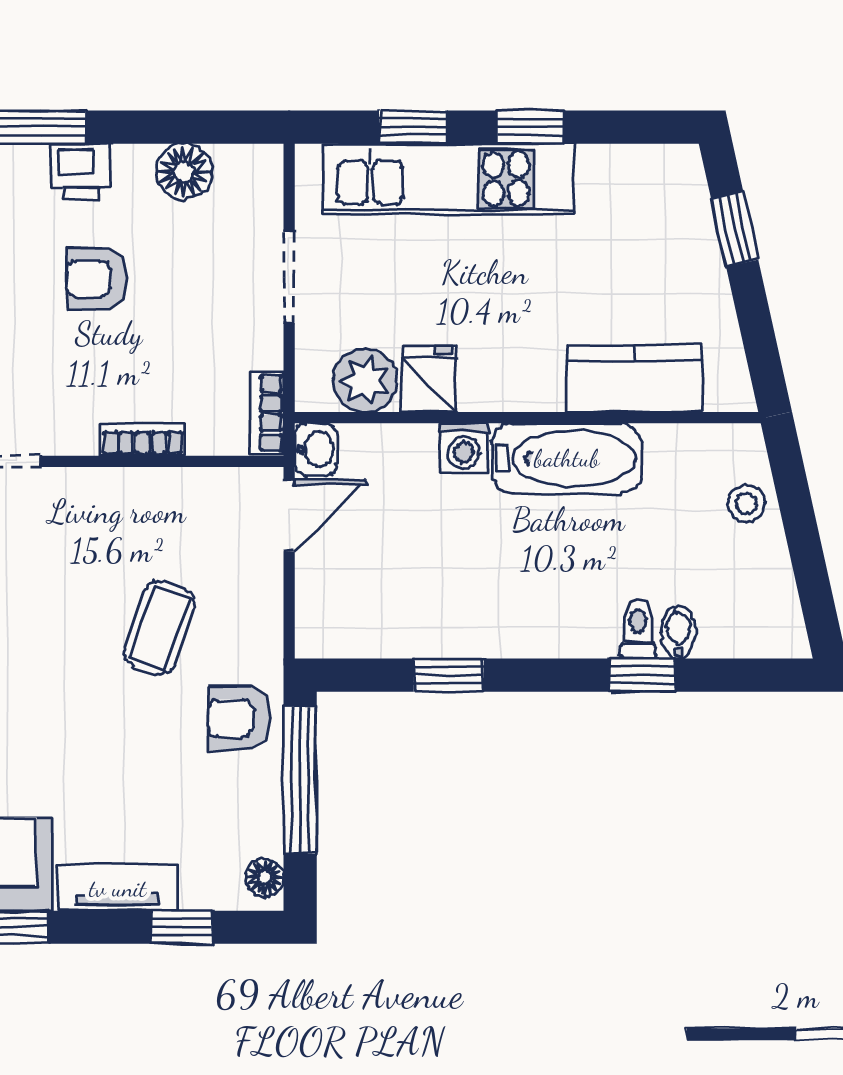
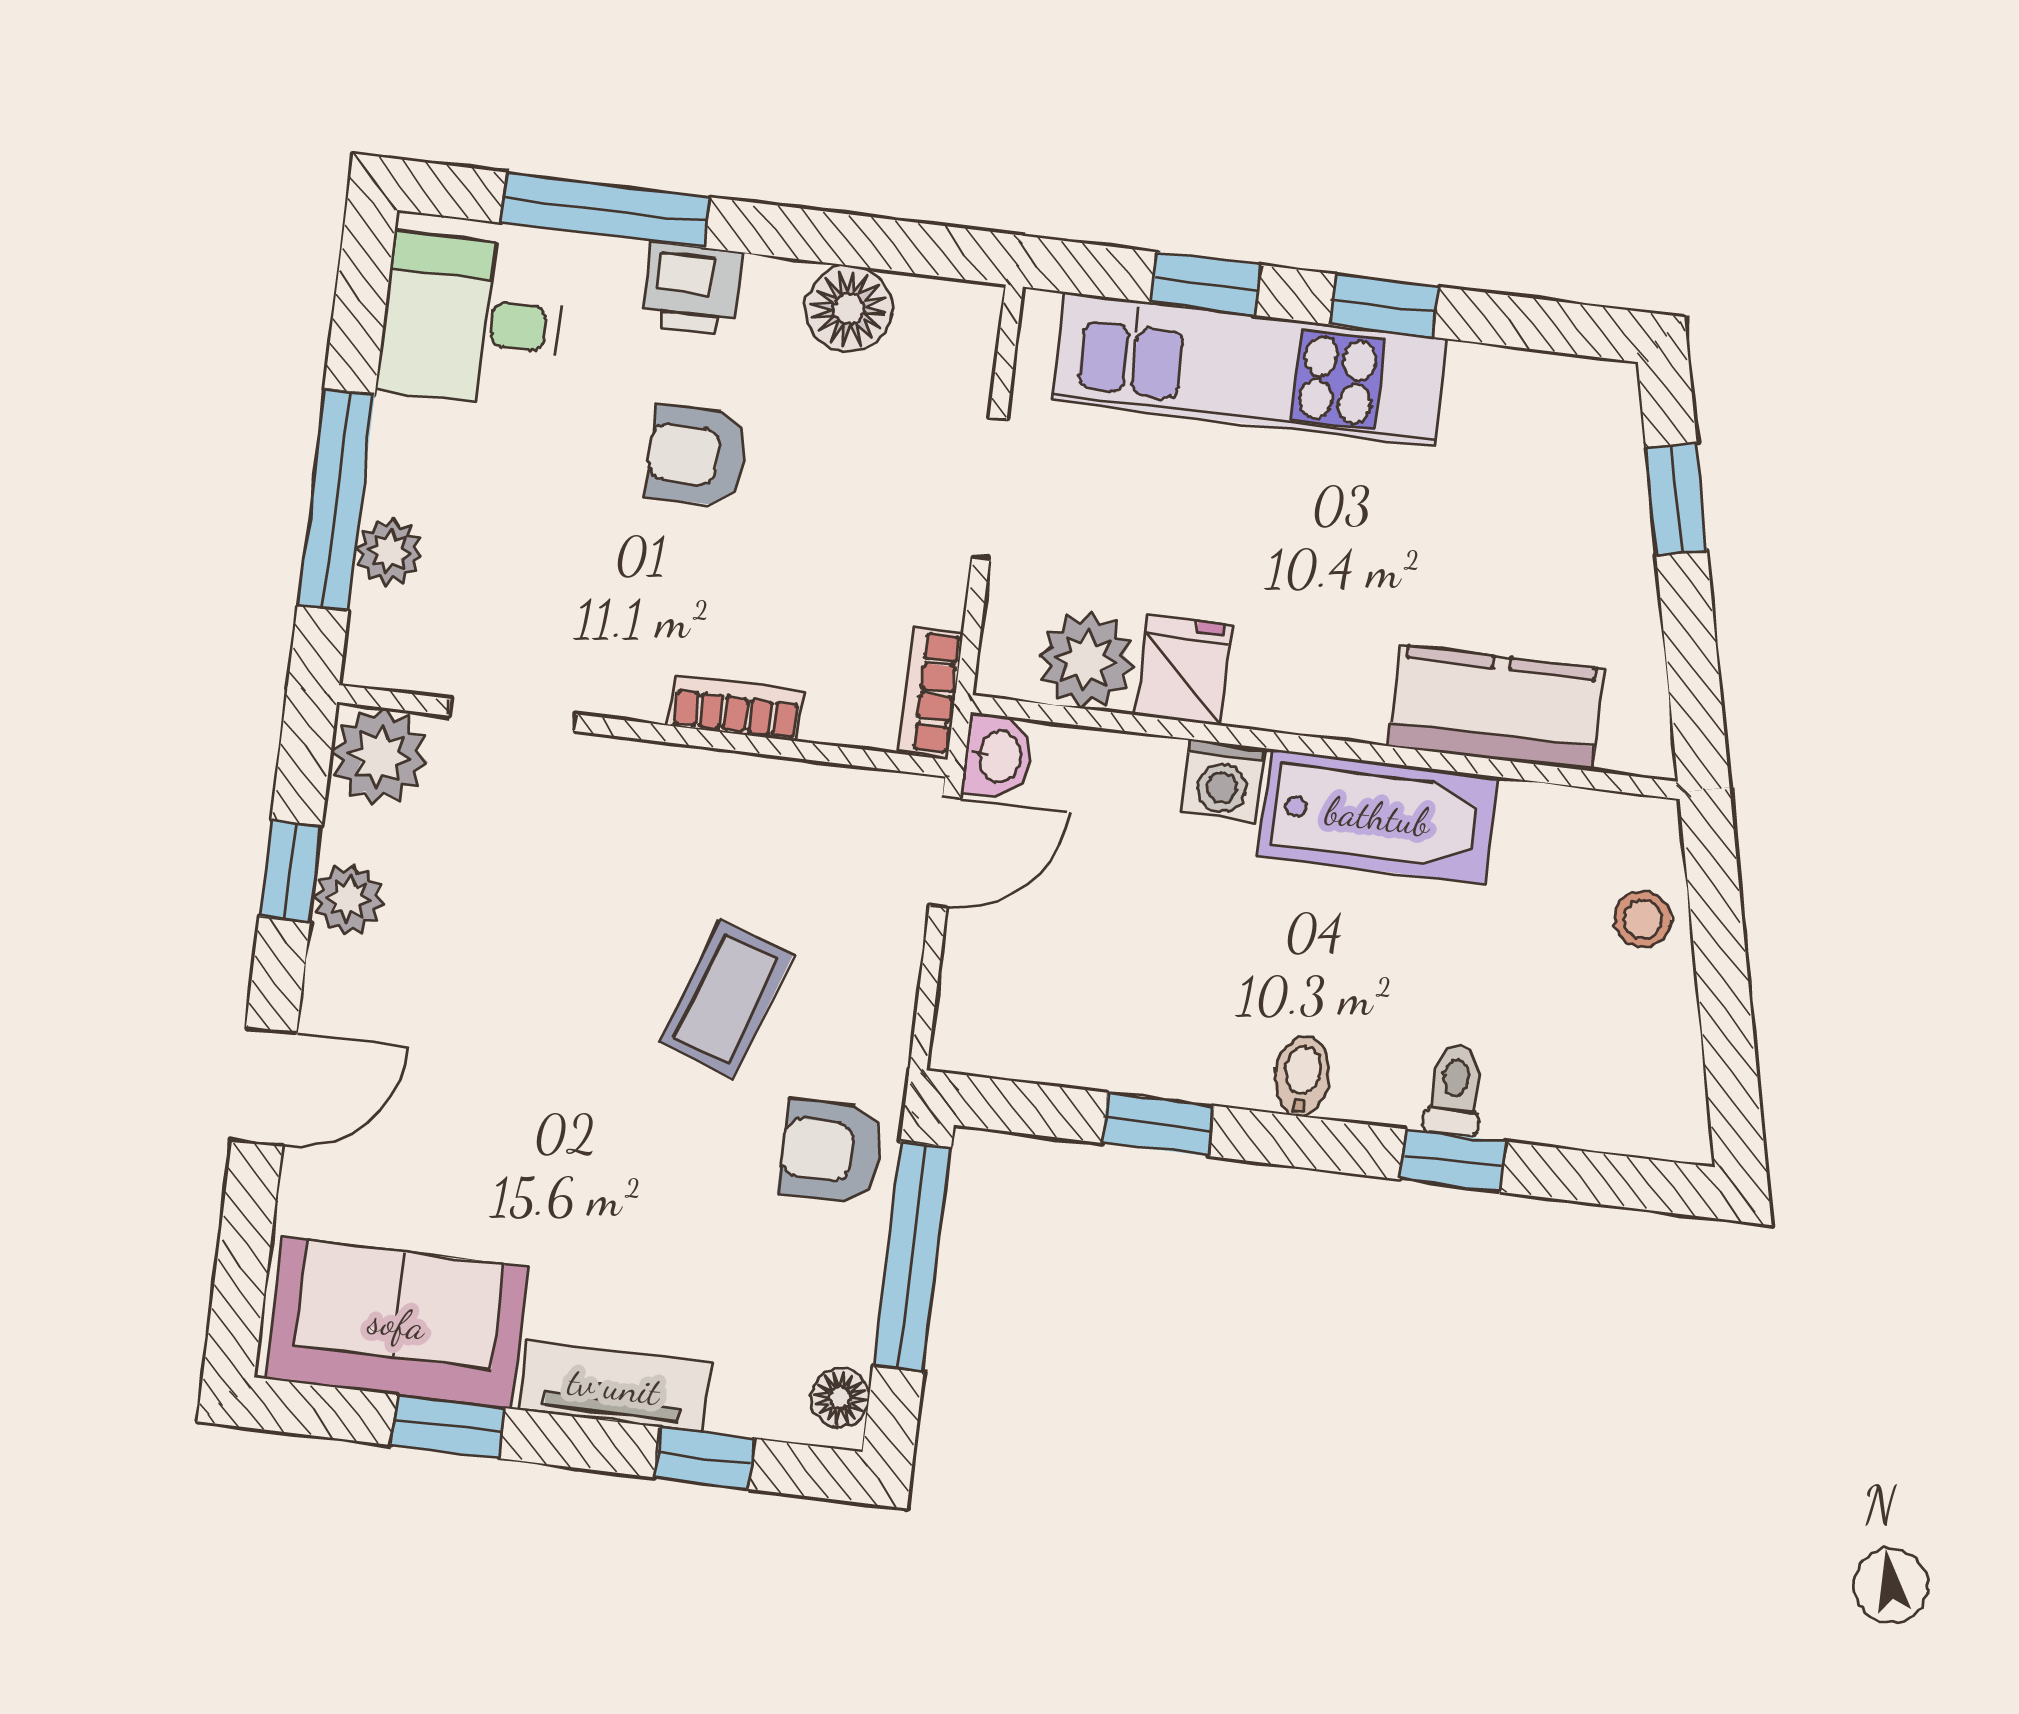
bidet: (678, 633) -> (1302, 1076), moved

